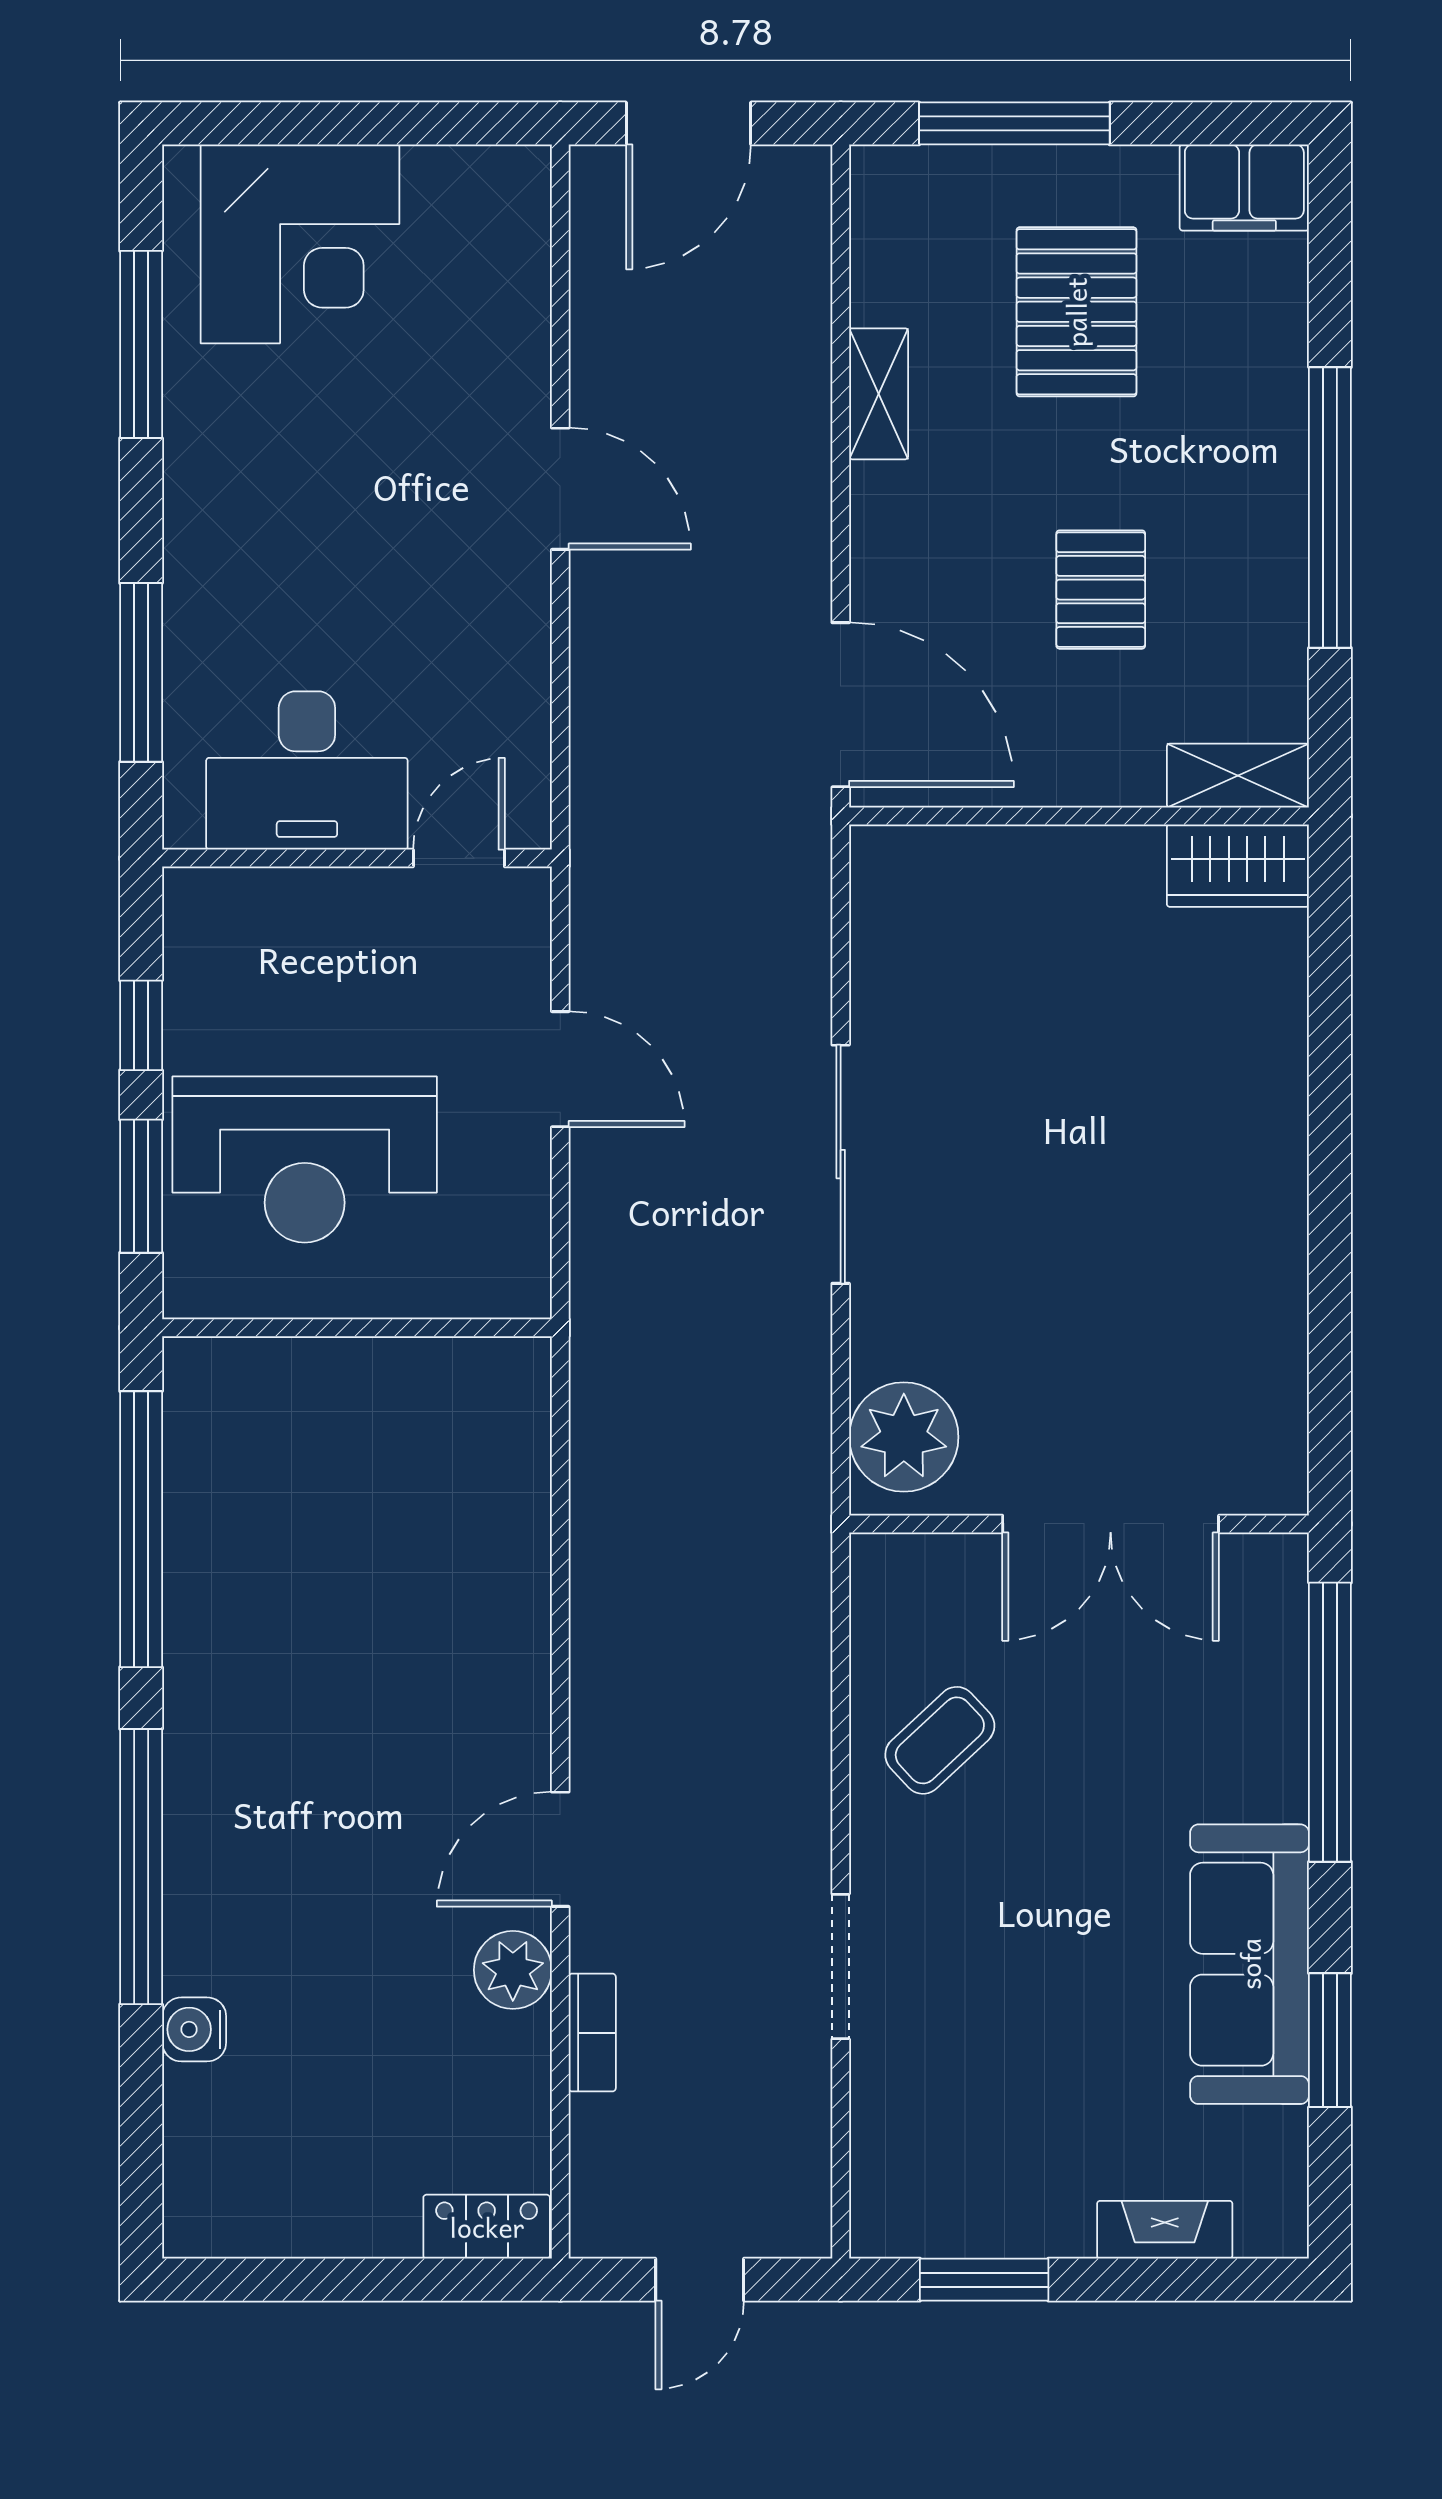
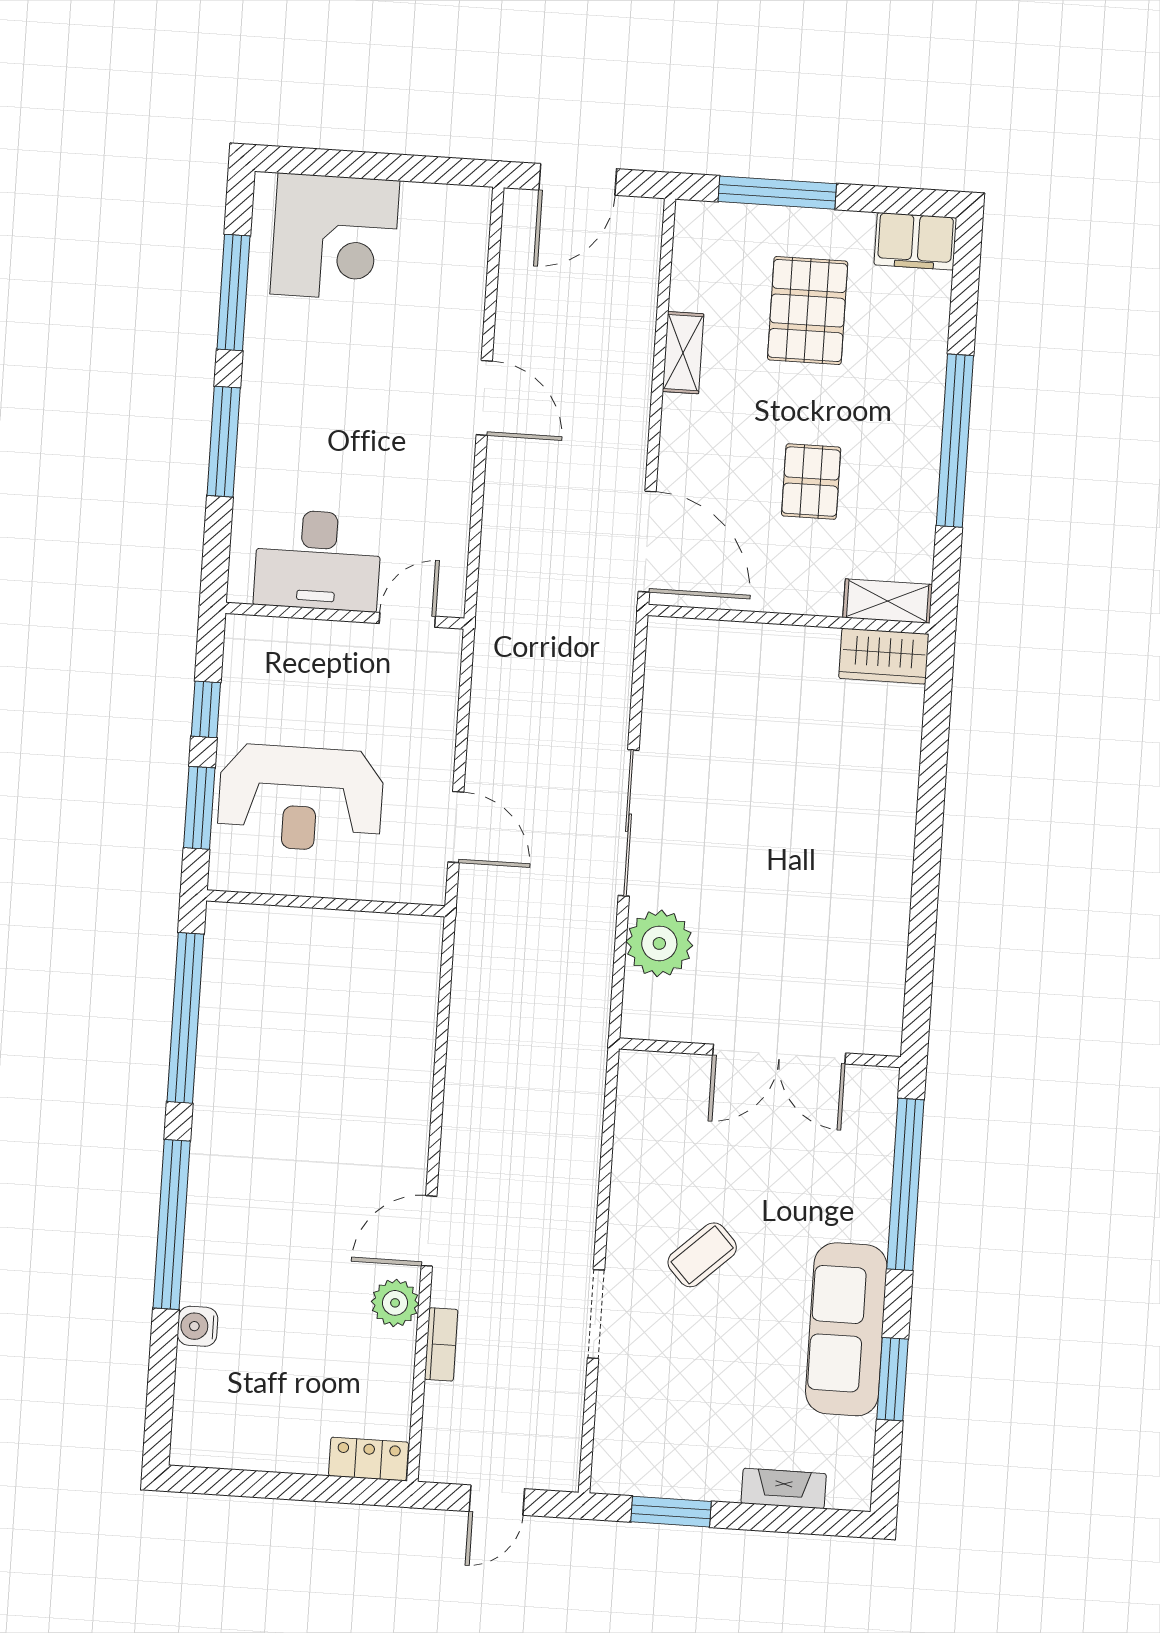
window: (141, 672) -> (224, 442), moved
door: (560, 1069) -> (456, 827), moved
plant: (904, 1437) -> (659, 943), moved
coffee table: (940, 1740) -> (702, 1255), moved

